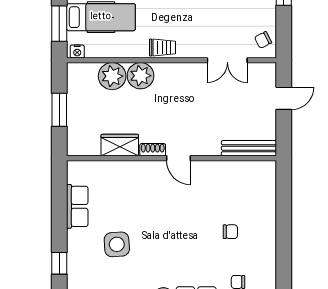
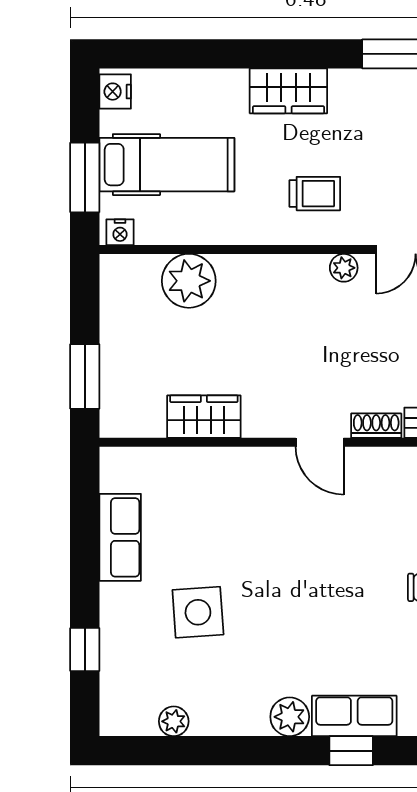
trolley: (162, 48) -> (315, 194), moved
plant: (141, 76) -> (344, 268), moved, width x0.53, depth x0.53
window: (59, 110) -> (85, 376), moved
shoe rack: (153, 150) -> (376, 426), moved

